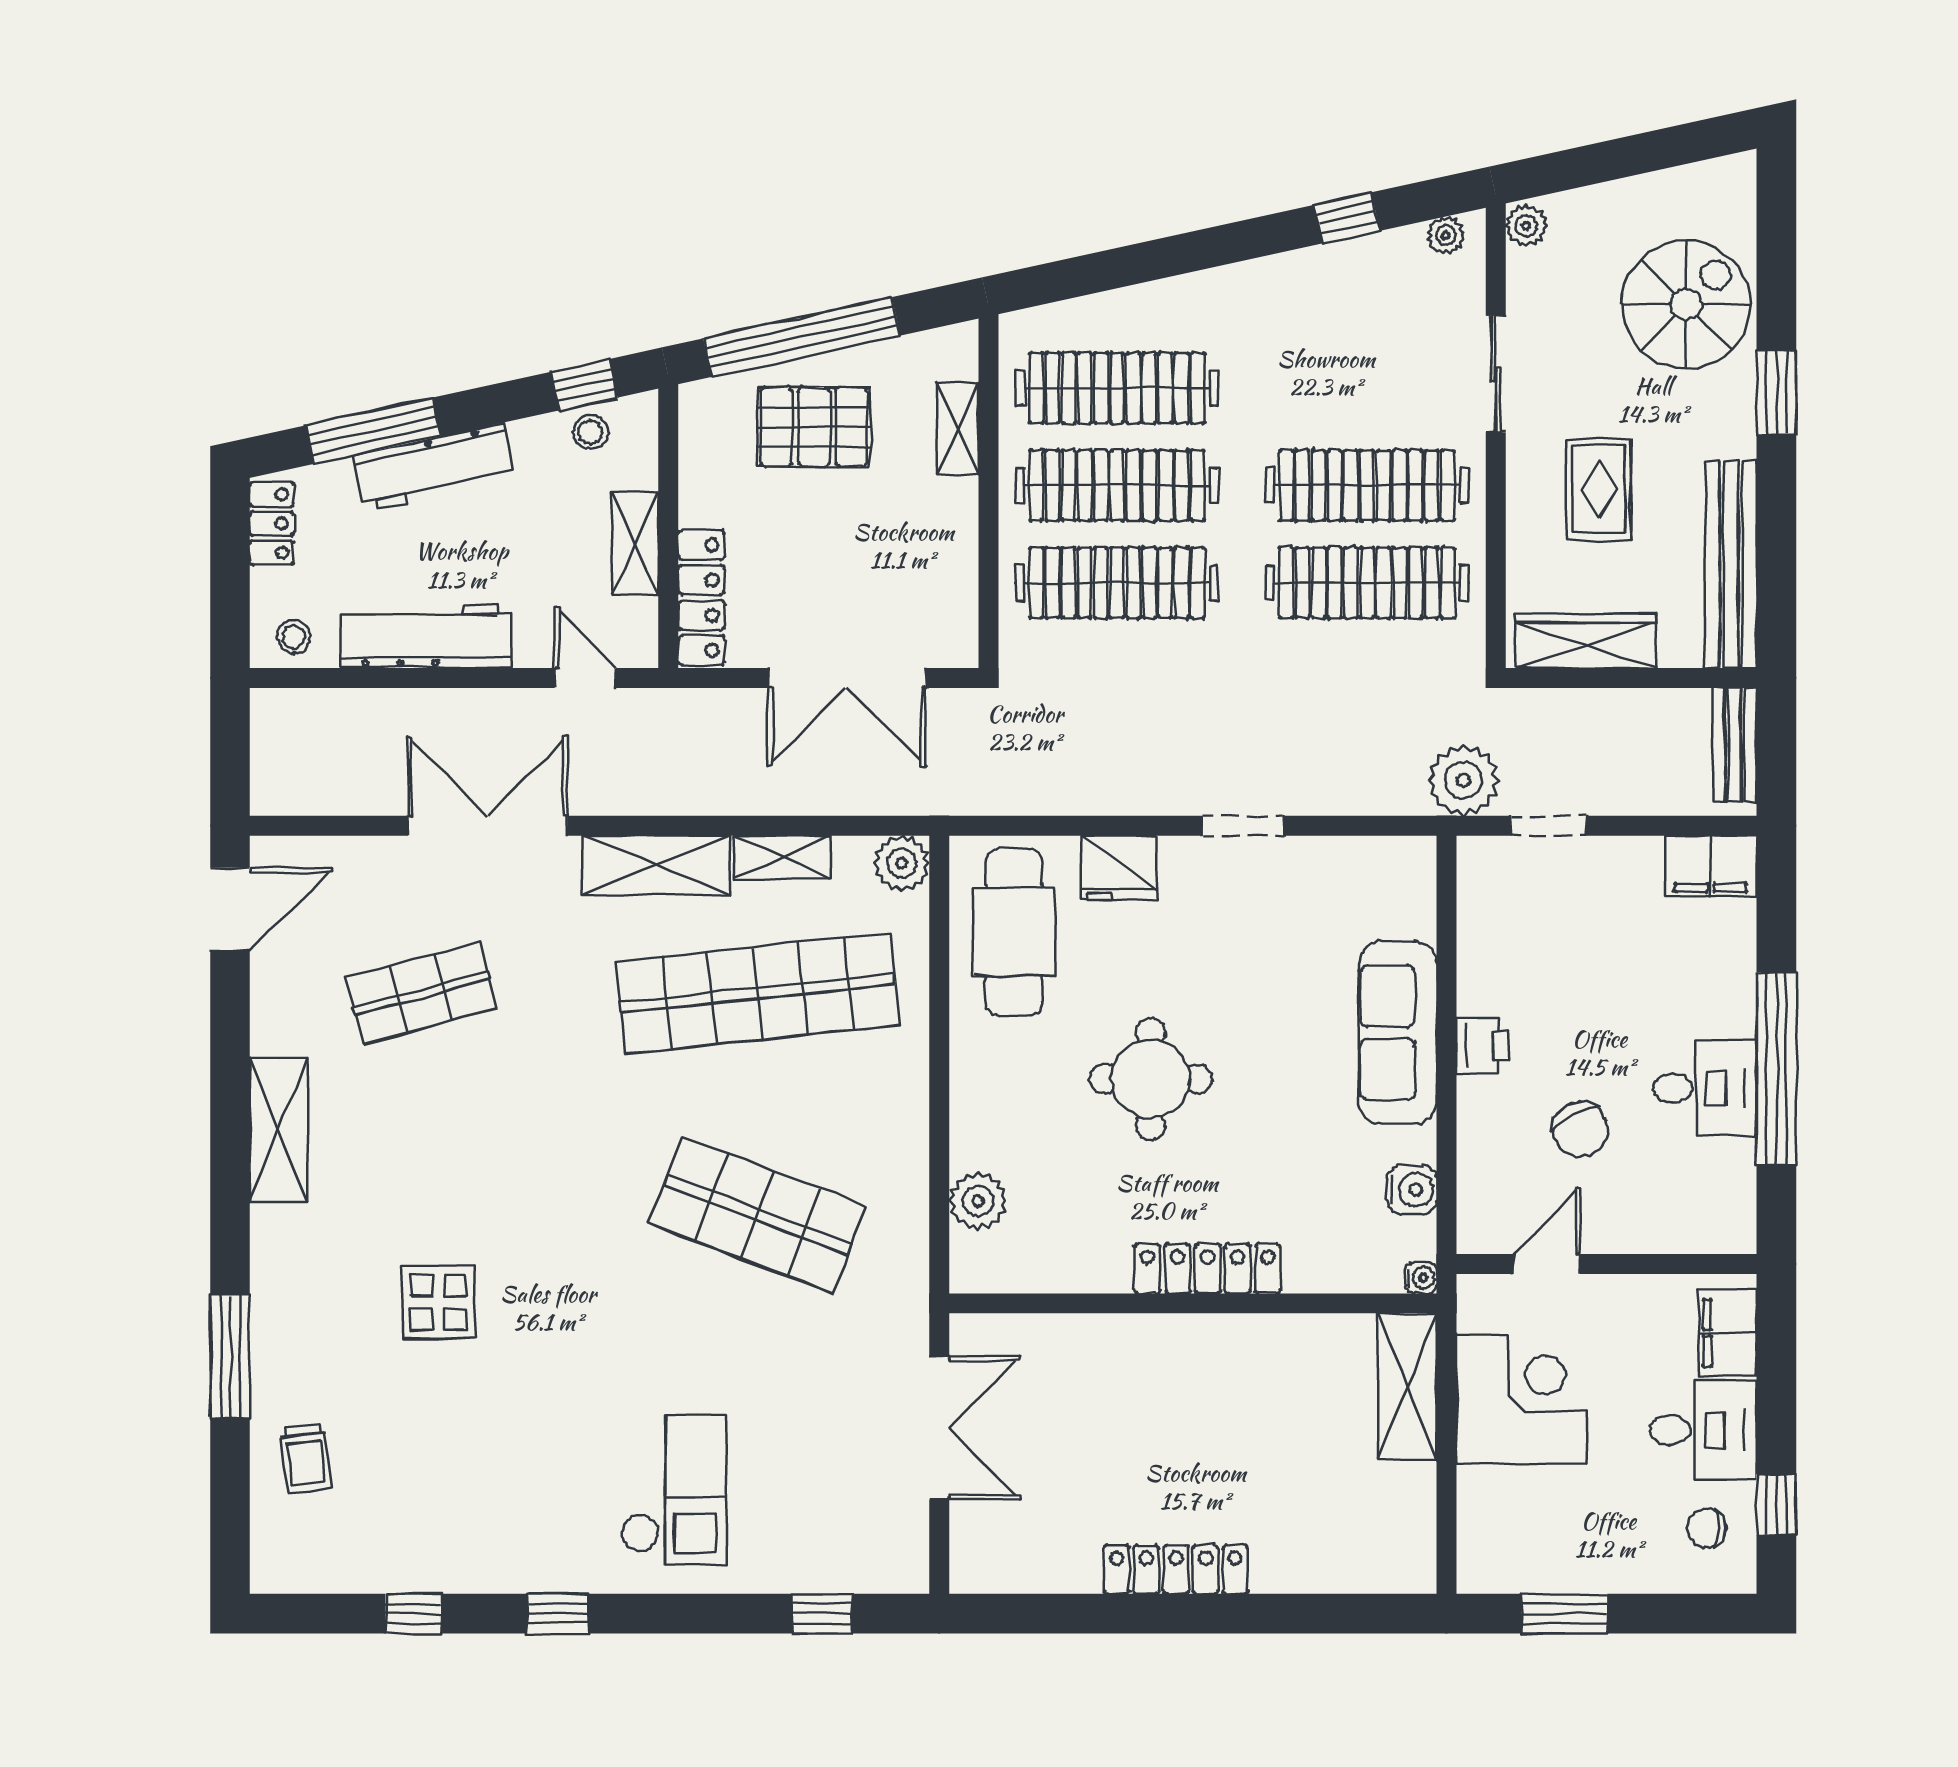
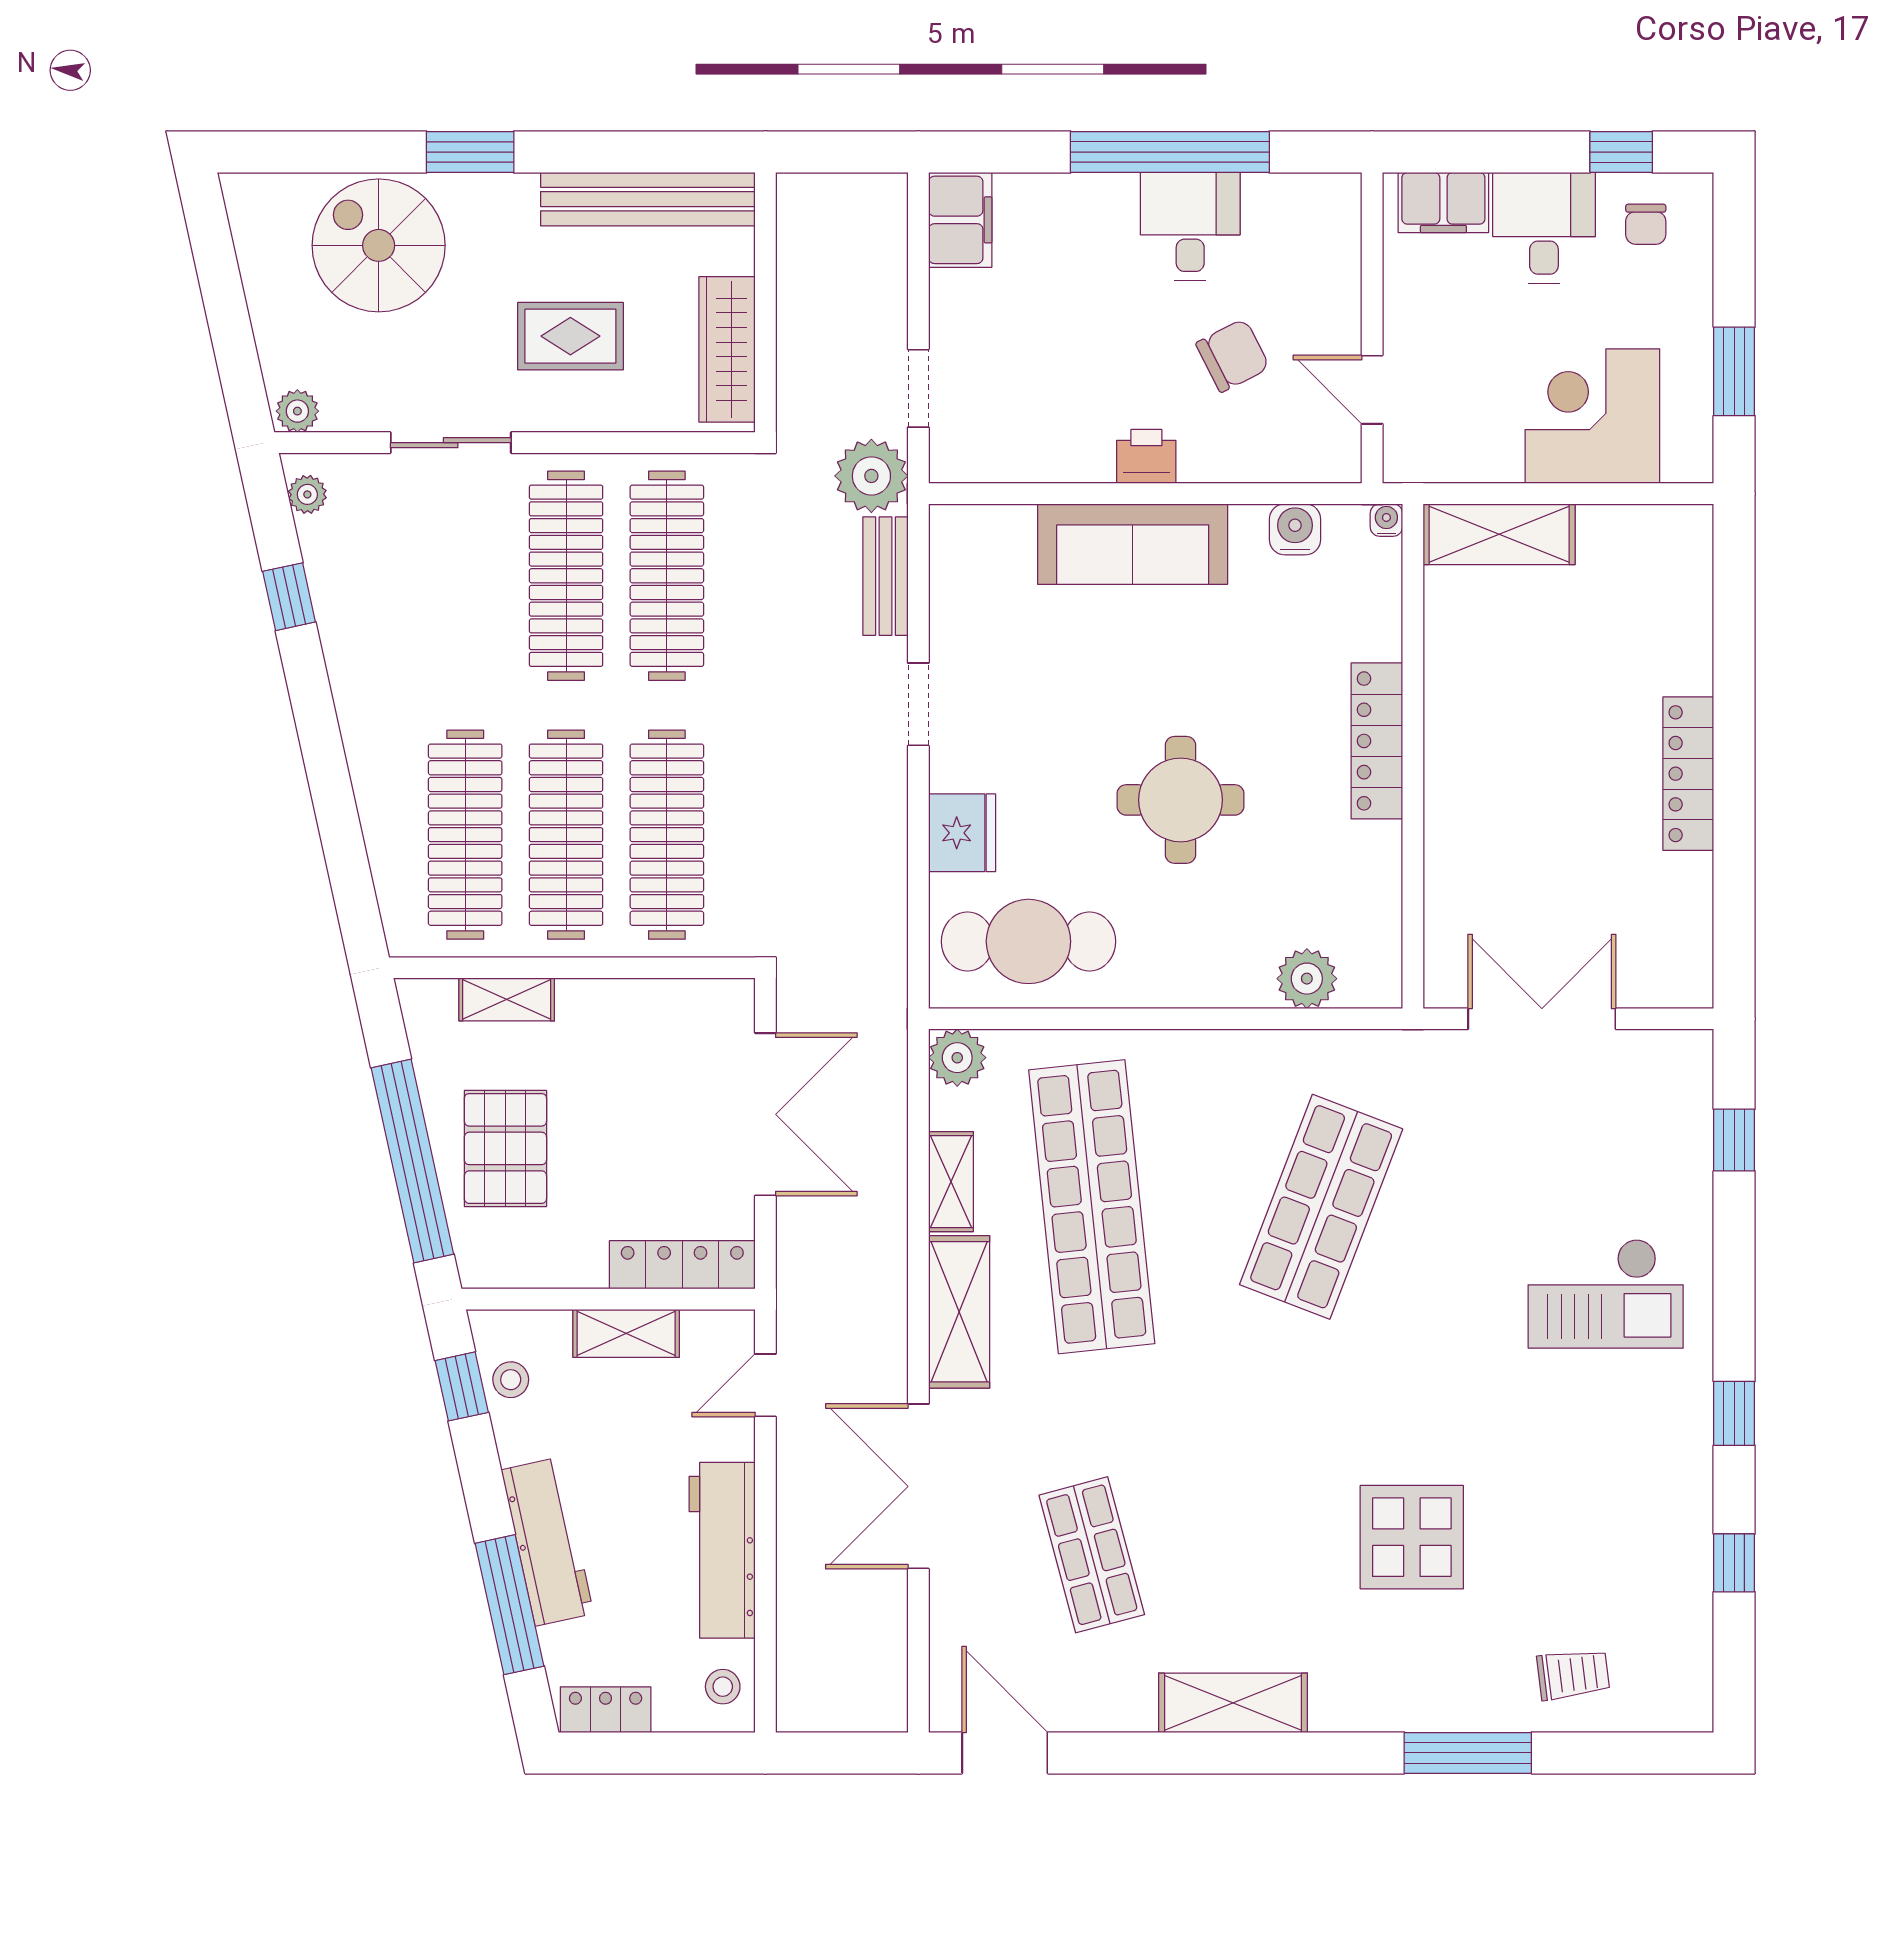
bench: (1735, 745) -> (885, 576), moved, turned 90
display table: (438, 1302) -> (1412, 1537), width x1.36, depth x1.36
corner desk: (1521, 1399) -> (1592, 416), moved
checkout: (674, 1490) -> (1606, 1294), turned 180

